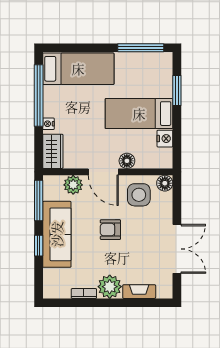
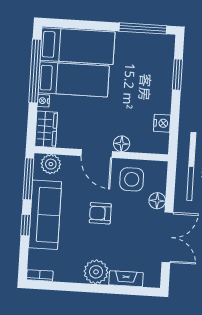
bed: (139, 114) -> (74, 79), moved, turned 180
floor lamp: (165, 183) -> (157, 201), moved
plant: (73, 185) -> (51, 164), moved
bookcase: (84, 293) -> (40, 275), moved

